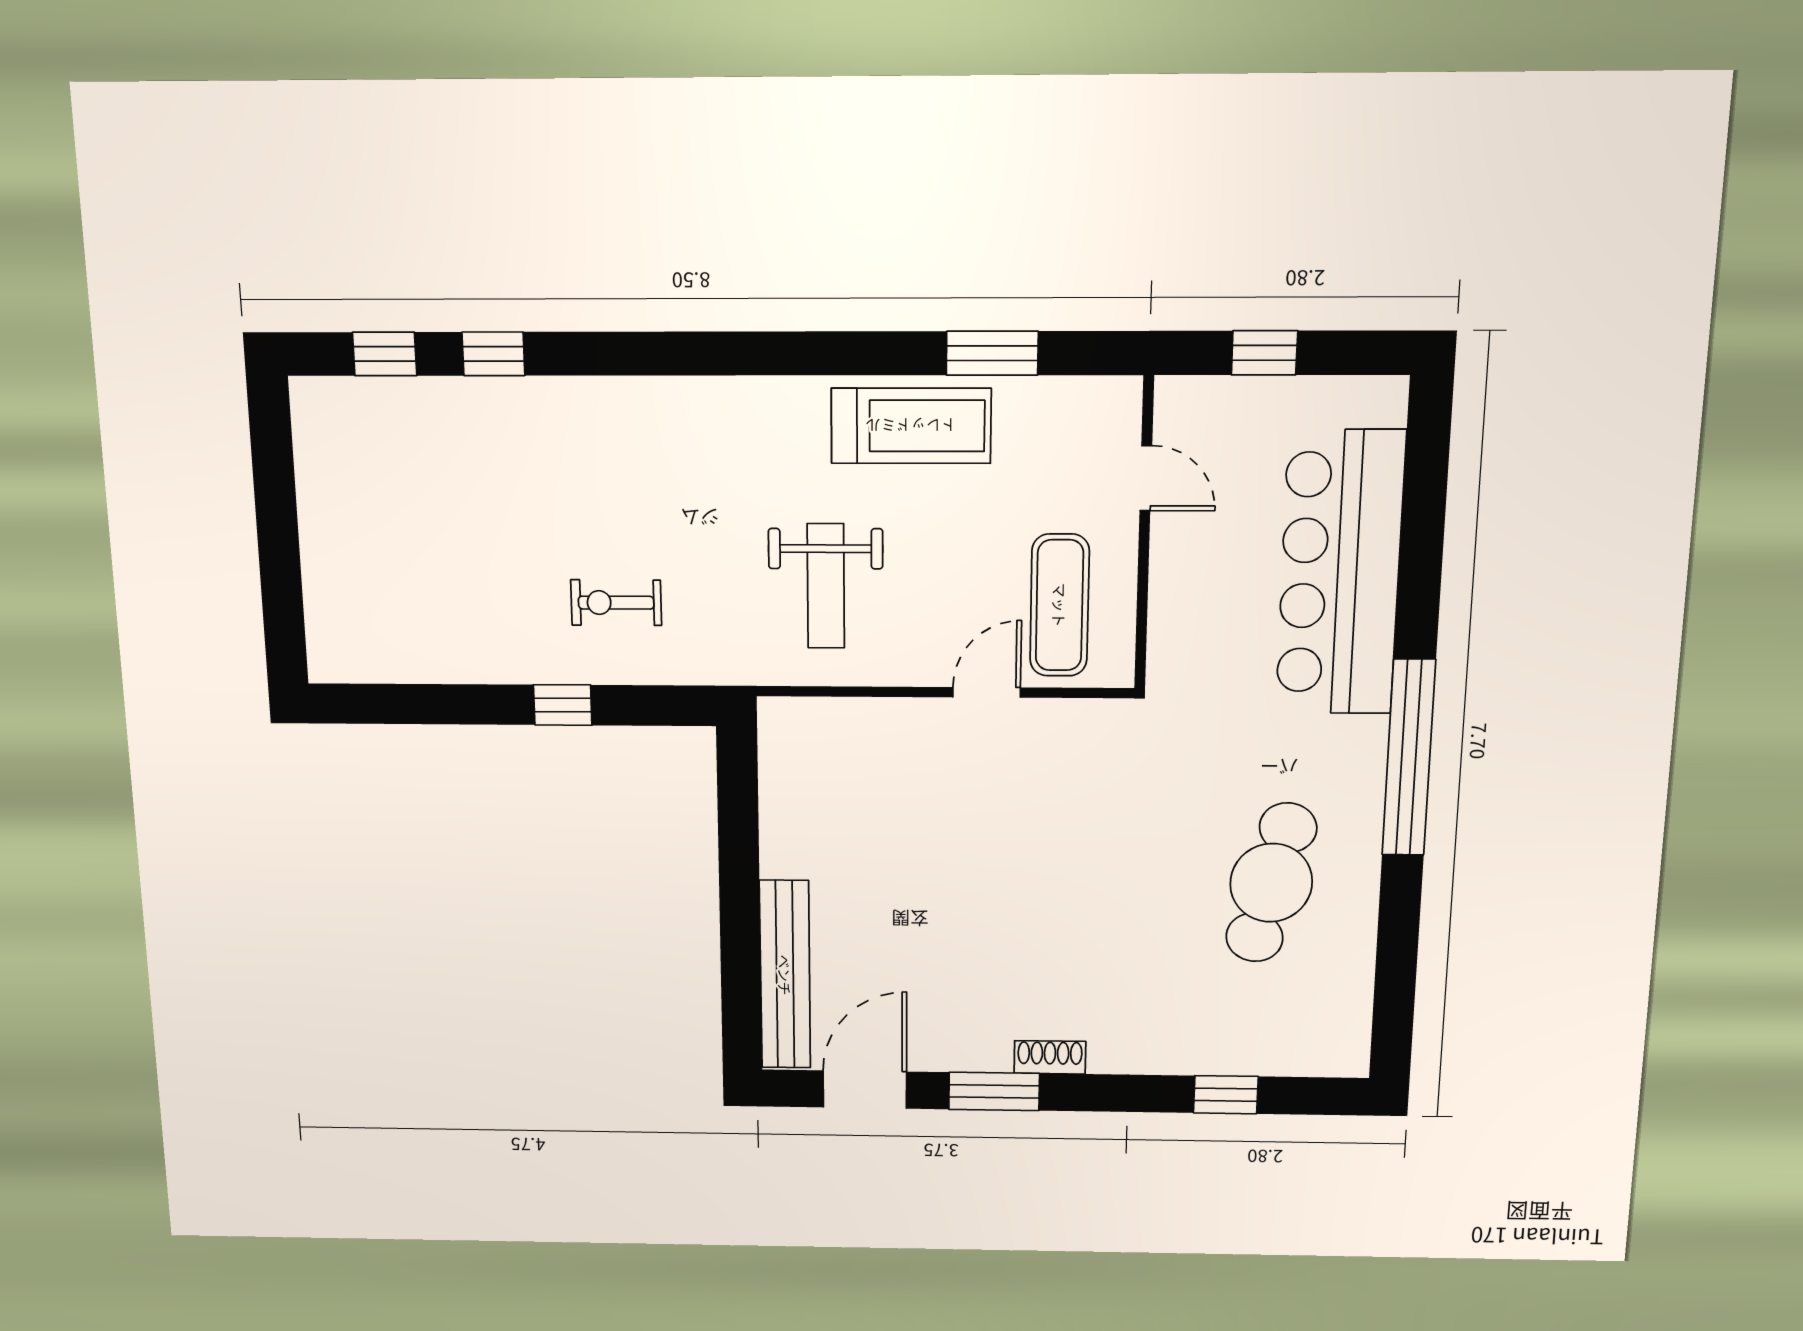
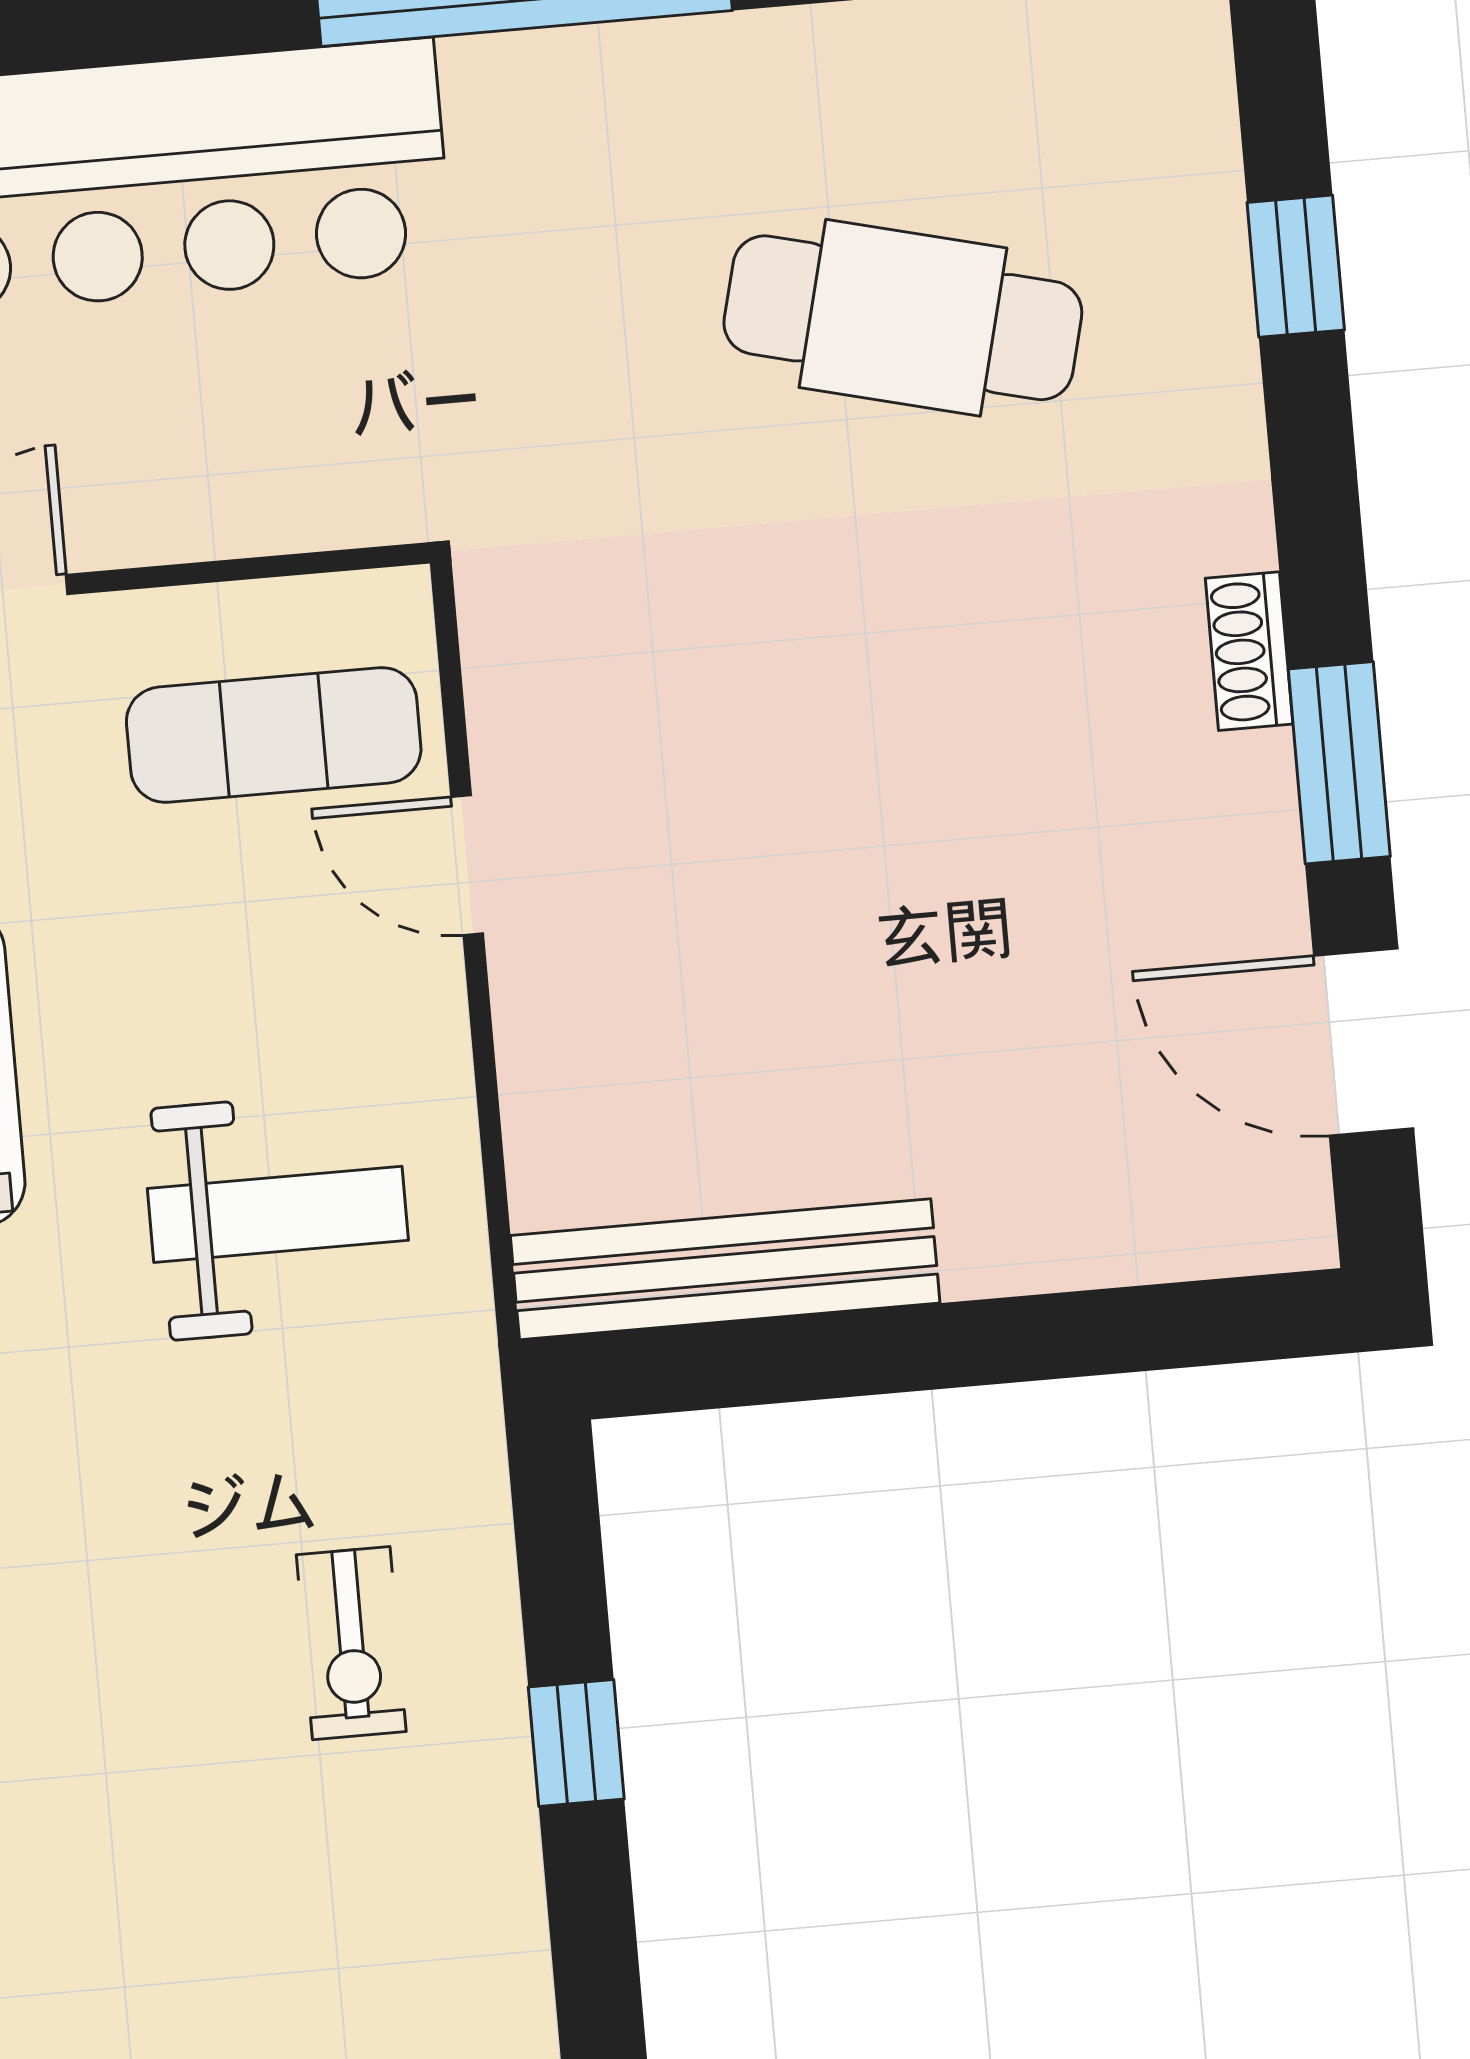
cafe table: (1271, 883) -> (903, 318), moved
bench: (785, 975) -> (725, 1269), moved

